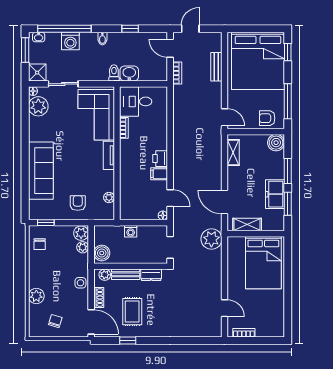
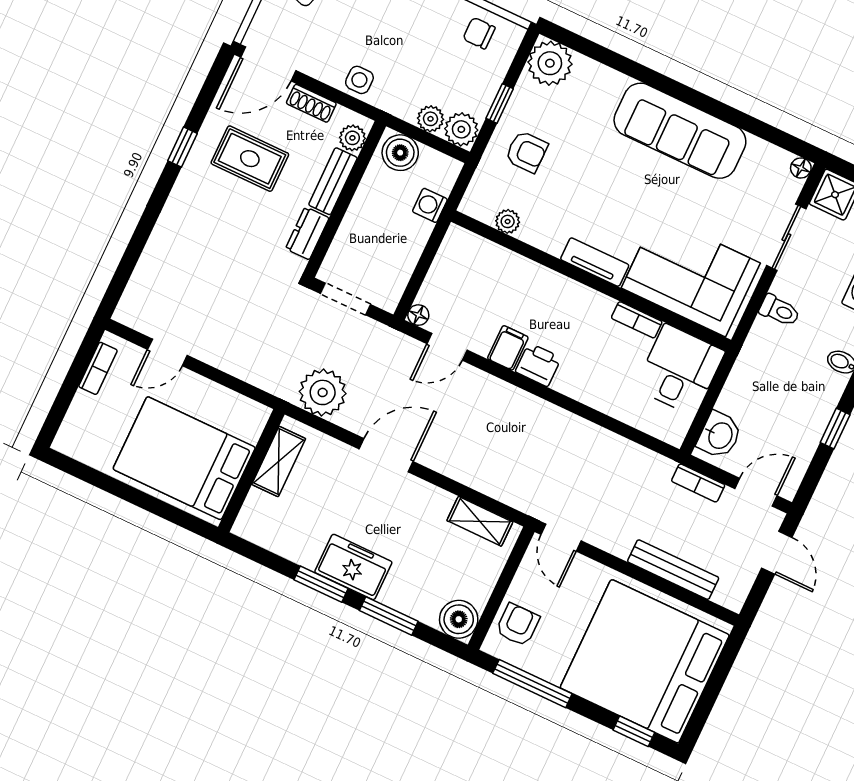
bench: (216, 67) -> (673, 570), width x1.36
toilet: (114, 73) -> (780, 311), moved
washbasin: (129, 73) -> (719, 435), moved
plant: (38, 106) -> (550, 63), moved
door: (225, 117) -> (561, 538), hinge flipped
sofa: (41, 171) -> (680, 131), moved
window: (46, 223) -> (500, 104), moved
shelving: (247, 224) -> (279, 461), moved
washing machine: (131, 231) -> (430, 205), moved
wall: (256, 234) -> (251, 471), moved
bed: (263, 263) -> (184, 458), moved
window: (128, 340) -> (183, 147), moved

